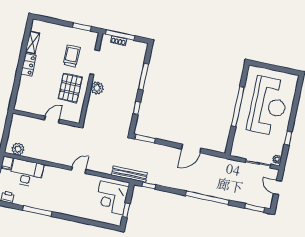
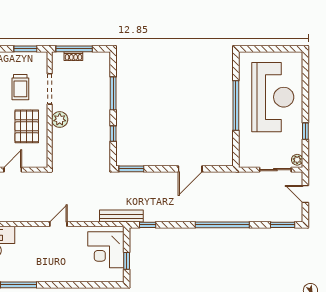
trolley: (72, 56) -> (20, 87), turned 180

